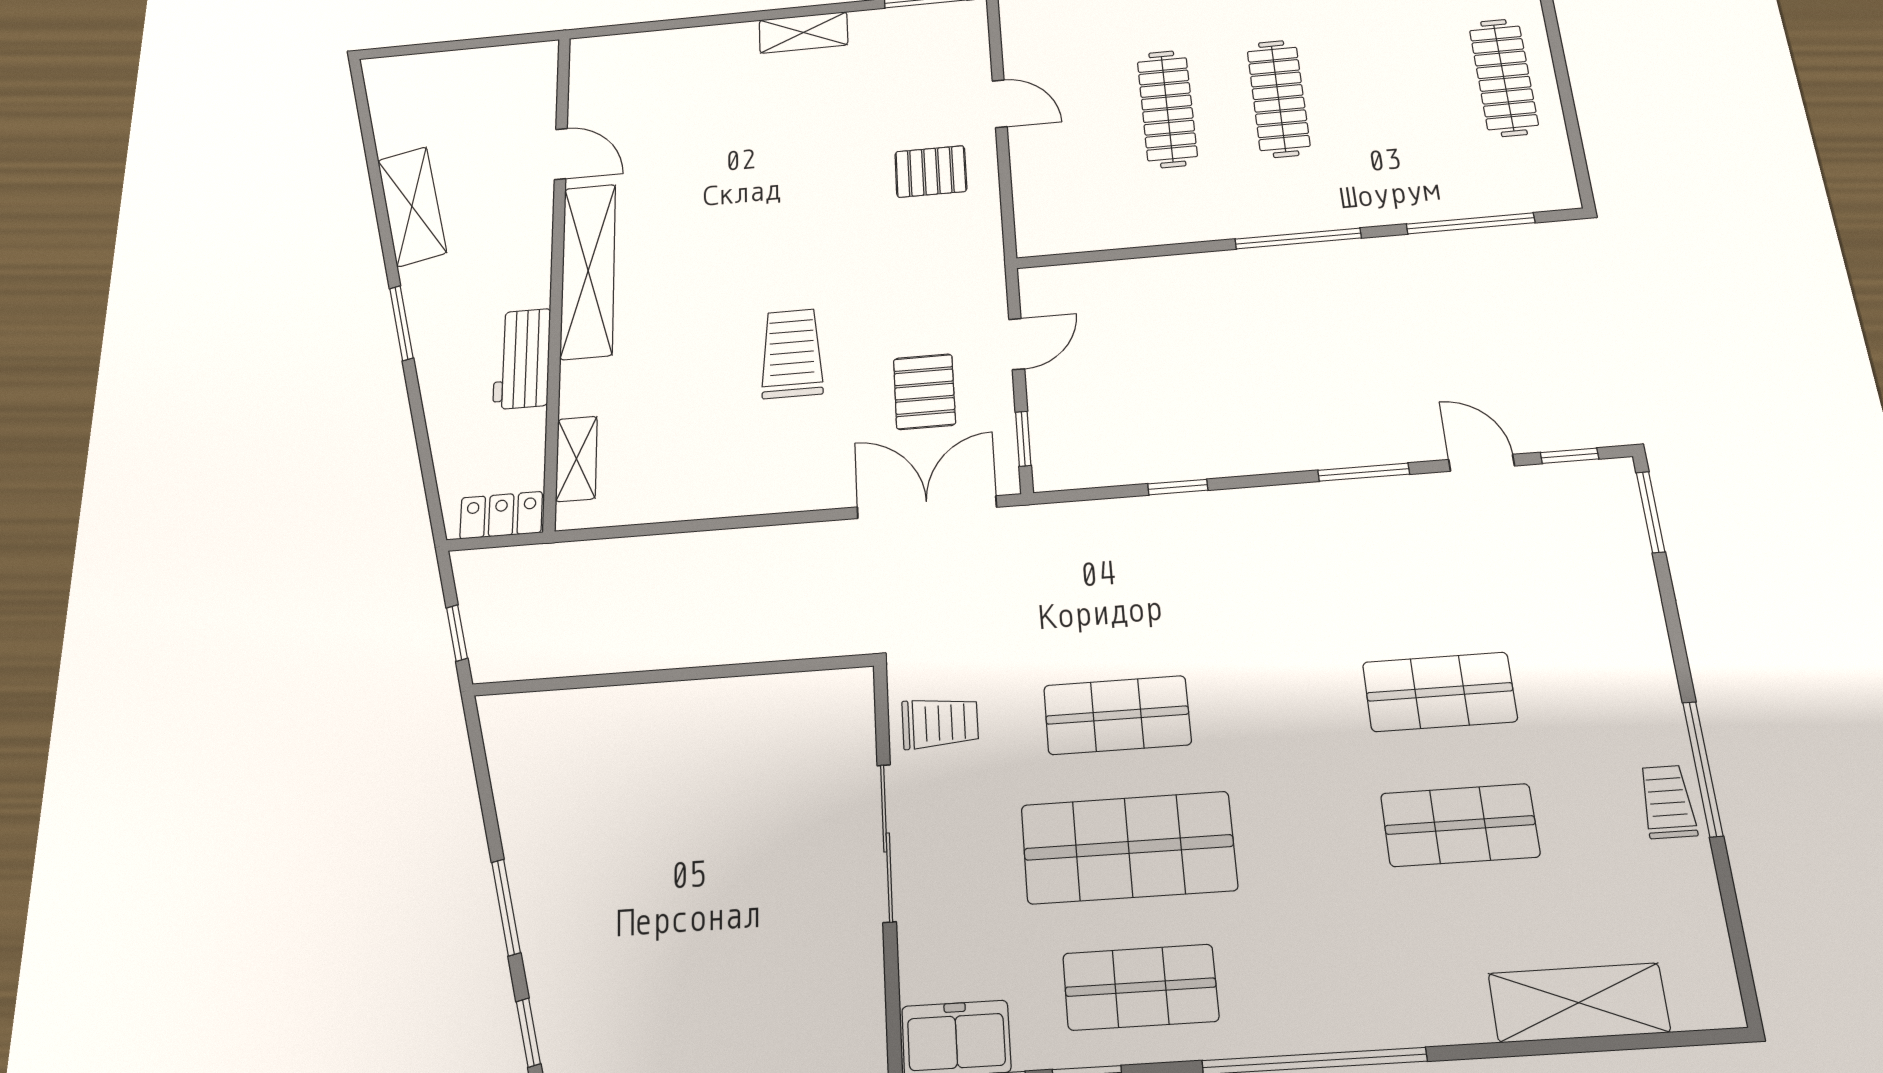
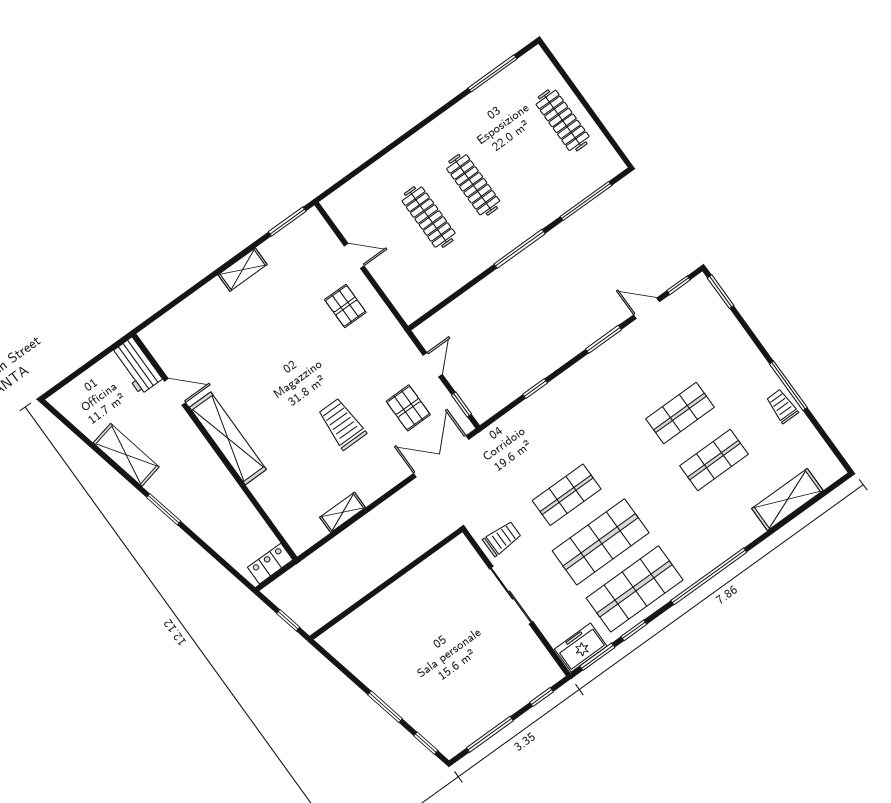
pallet: (931, 171) -> (345, 306), turned 90
workbench: (522, 359) -> (136, 366), moved
shelving: (576, 459) -> (343, 512), moved, turned 90
shop shelf: (1140, 987) -> (635, 589), width x1.43, depth x1.36

